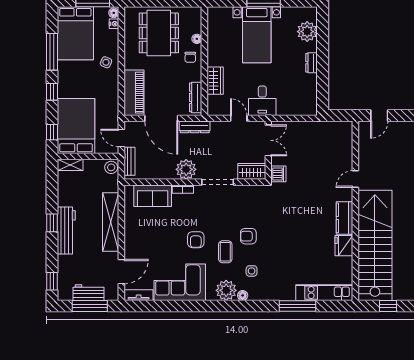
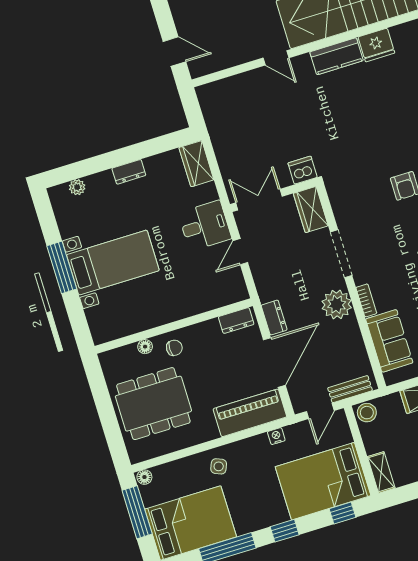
nightstand: (114, 24) -> (276, 436), moved
plant: (307, 32) -> (77, 187), width x0.53, depth x0.53
wardrobe: (215, 81) -> (196, 164), moved, turned -90
dresser: (196, 97) -> (236, 321), width x0.70
dresser: (195, 127) -> (274, 318), width x0.70

